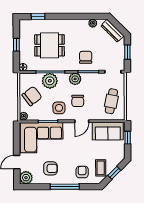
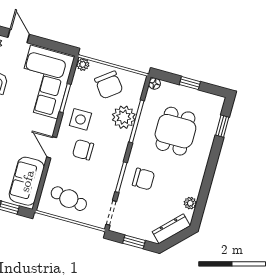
plant: (75, 79) -> (116, 155), removed

